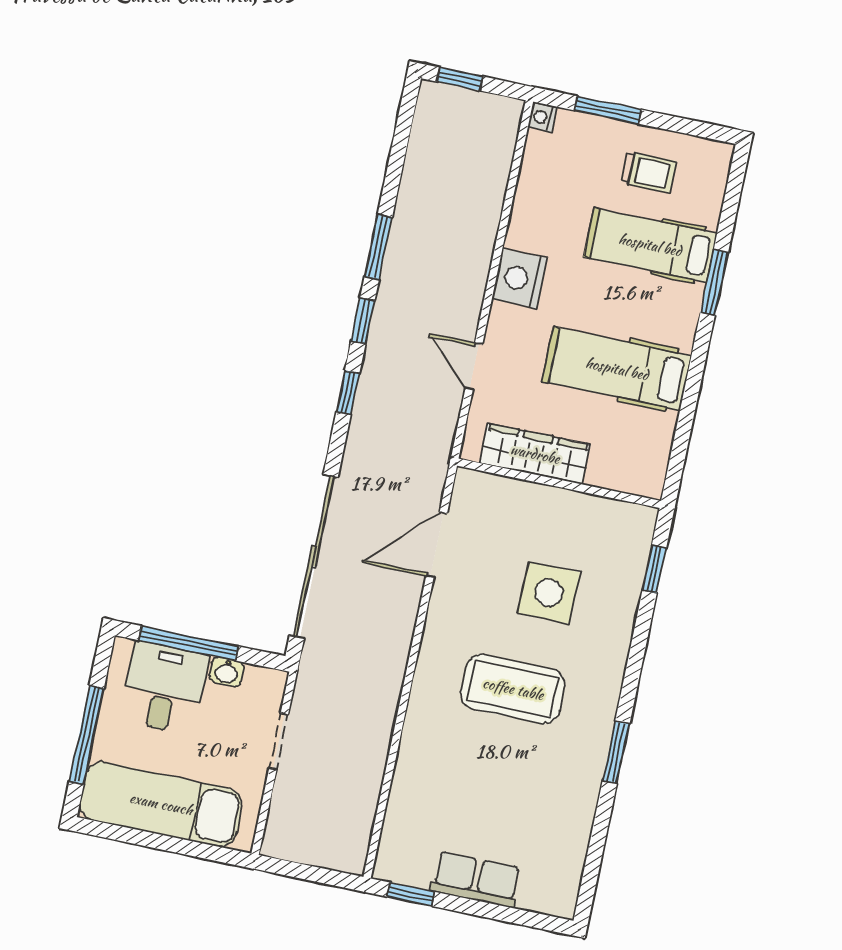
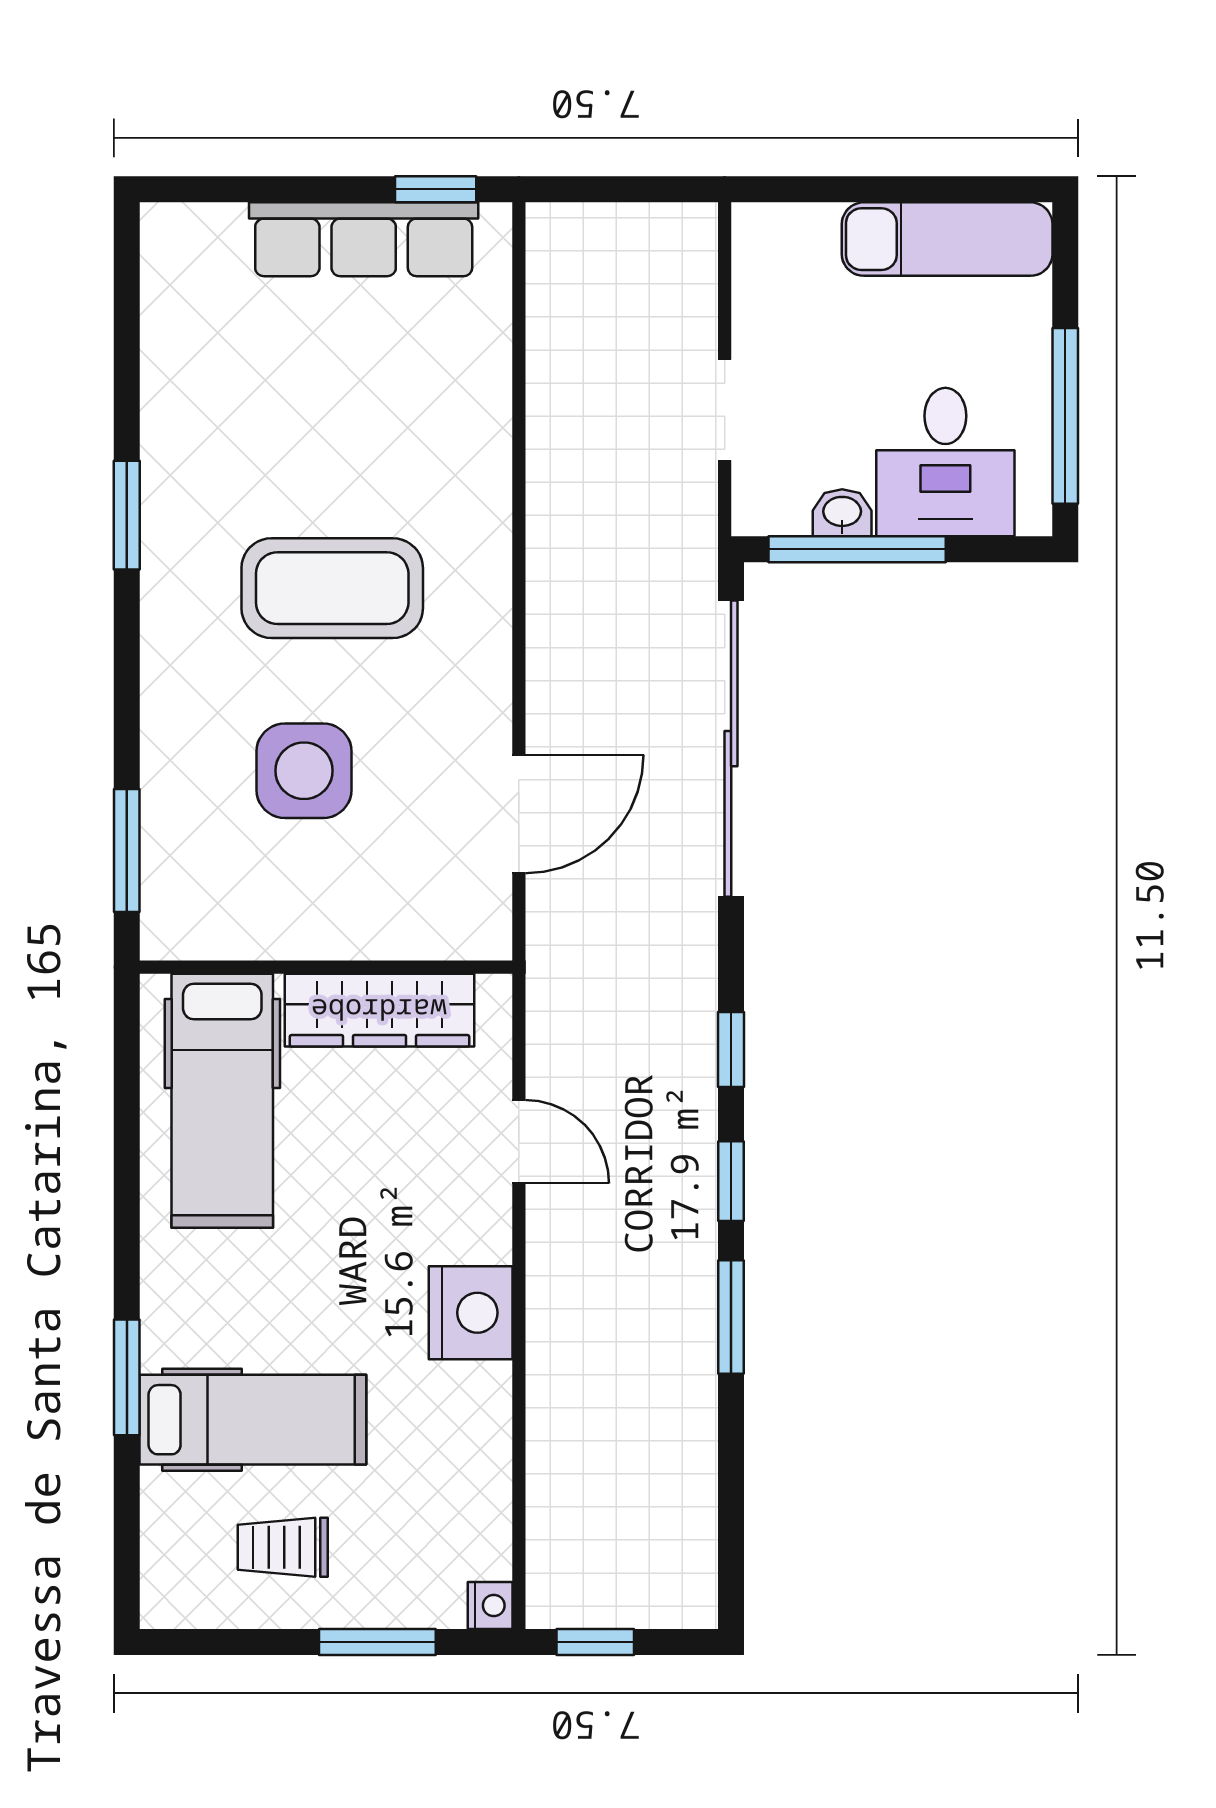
window: (460, 79) -> (595, 1642), moved
hospital bed: (617, 369) -> (222, 1101), moved, turned 90
window: (654, 569) -> (127, 850), width x1.50
window: (188, 643) -> (857, 549), moved
window: (87, 735) -> (1065, 416), moved
exam couch: (161, 804) -> (947, 239), width x0.73, depth x0.69
row of seats: (476, 879) -> (364, 239), width x1.48

